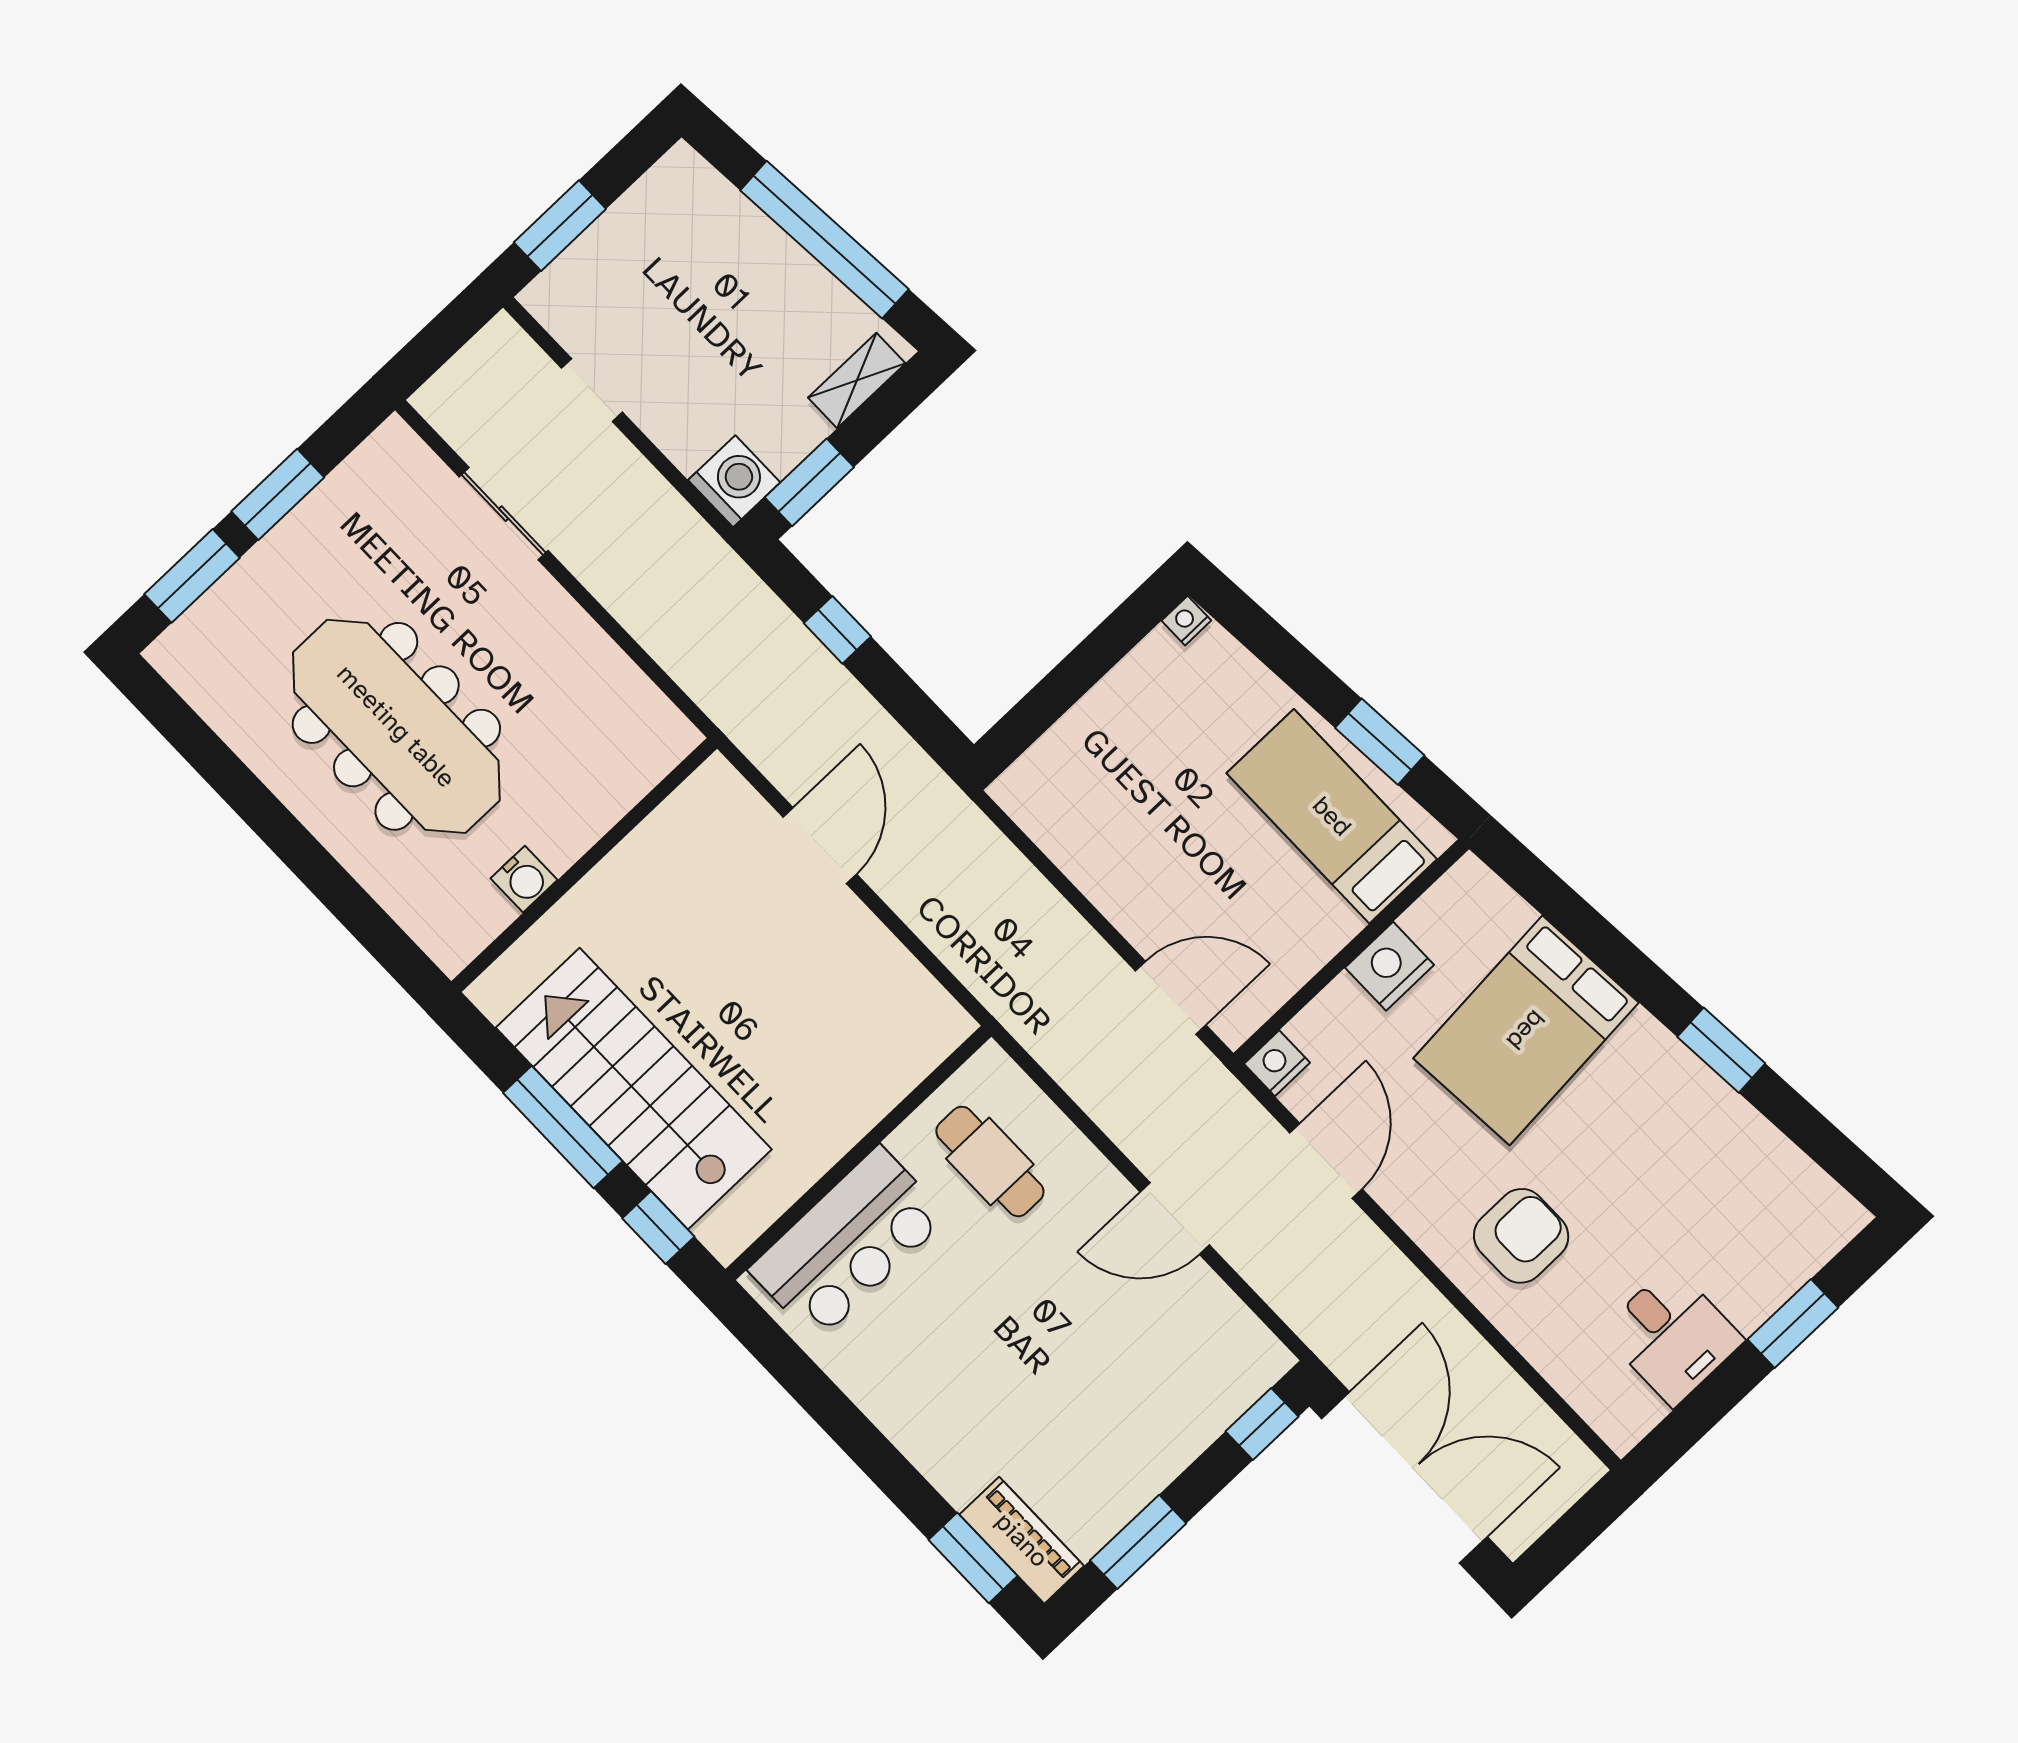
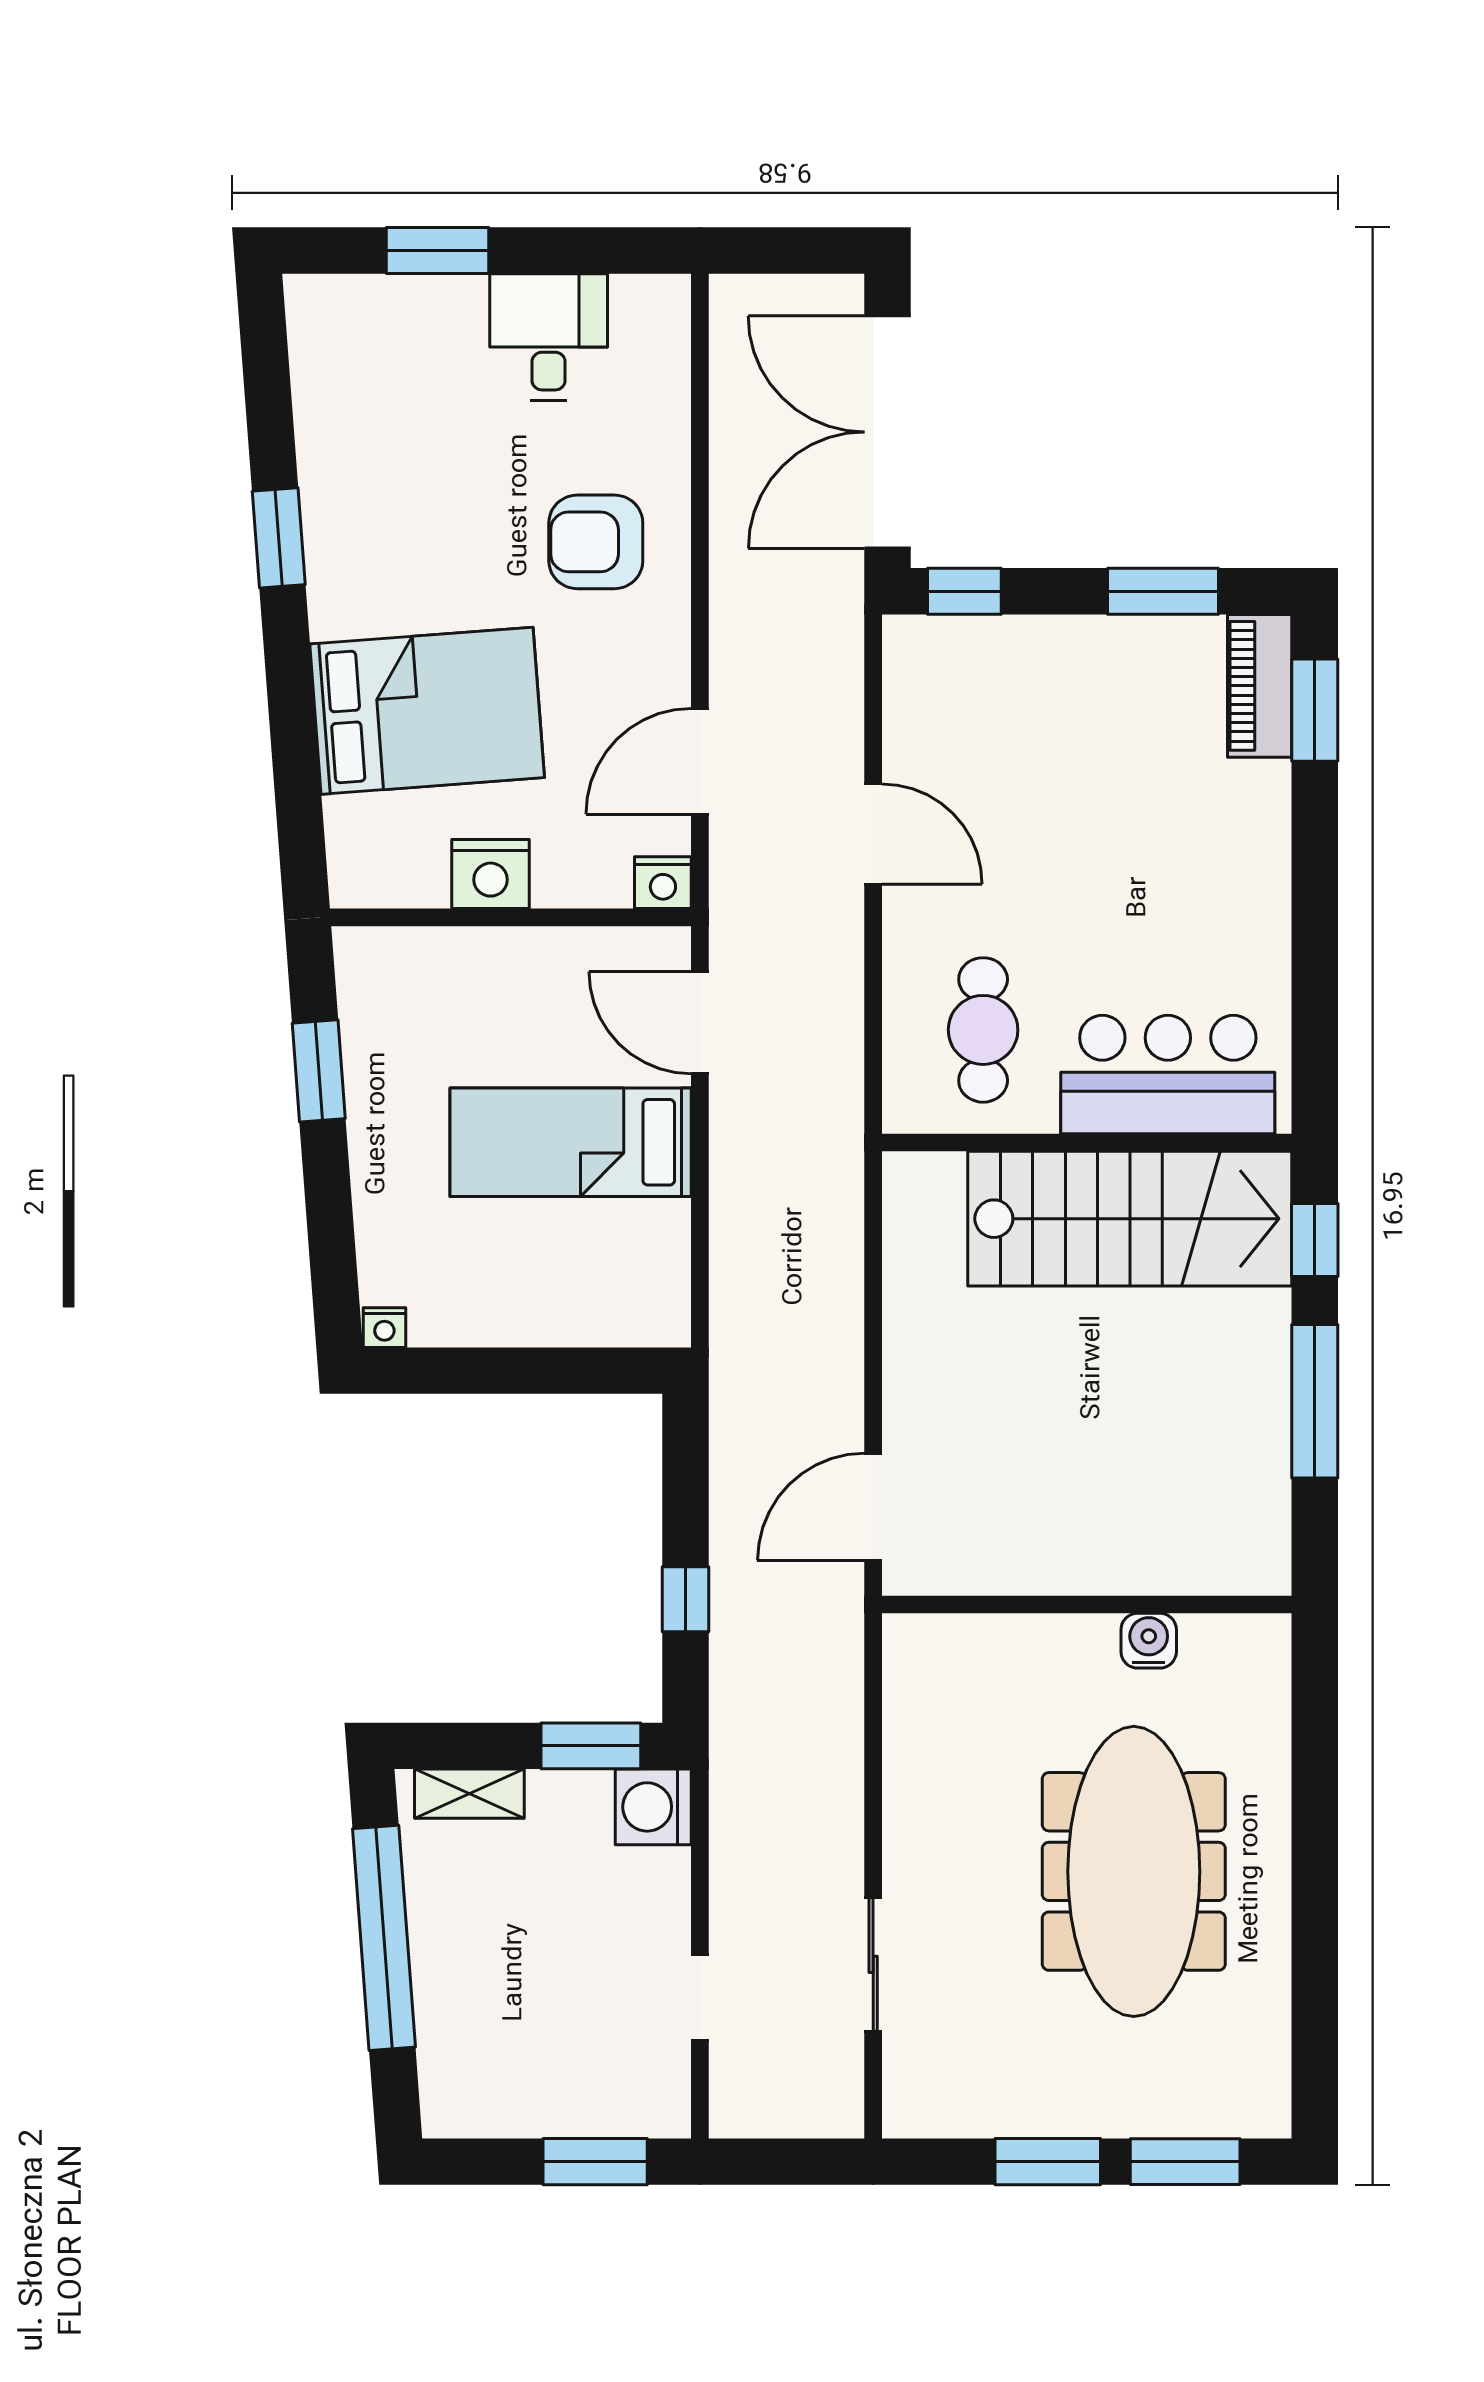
bed: (1332, 816) -> (571, 1142), moved, turned 90
door: (820, 846) -> (873, 1507), moved
stairs: (634, 1089) -> (1130, 1219), moved, turned -90

